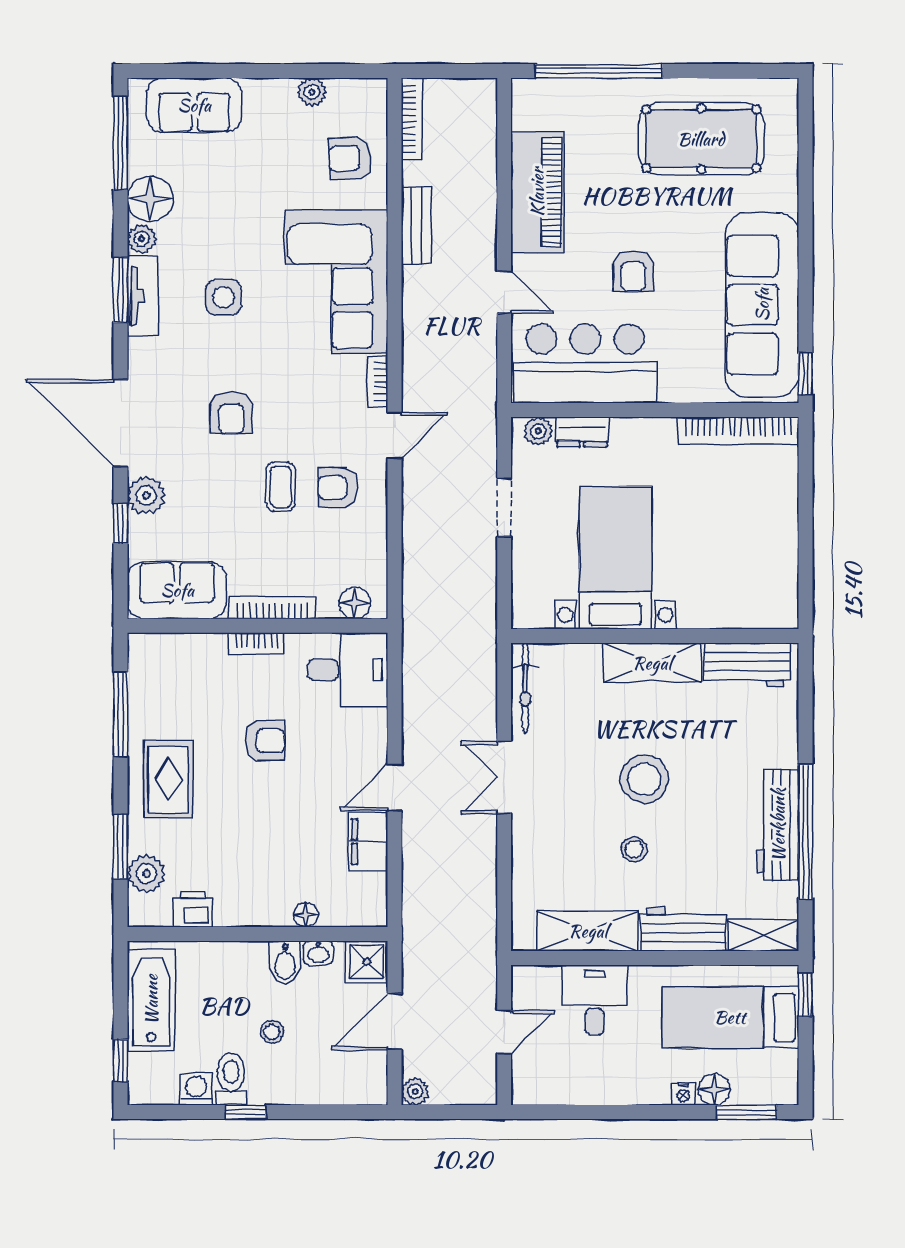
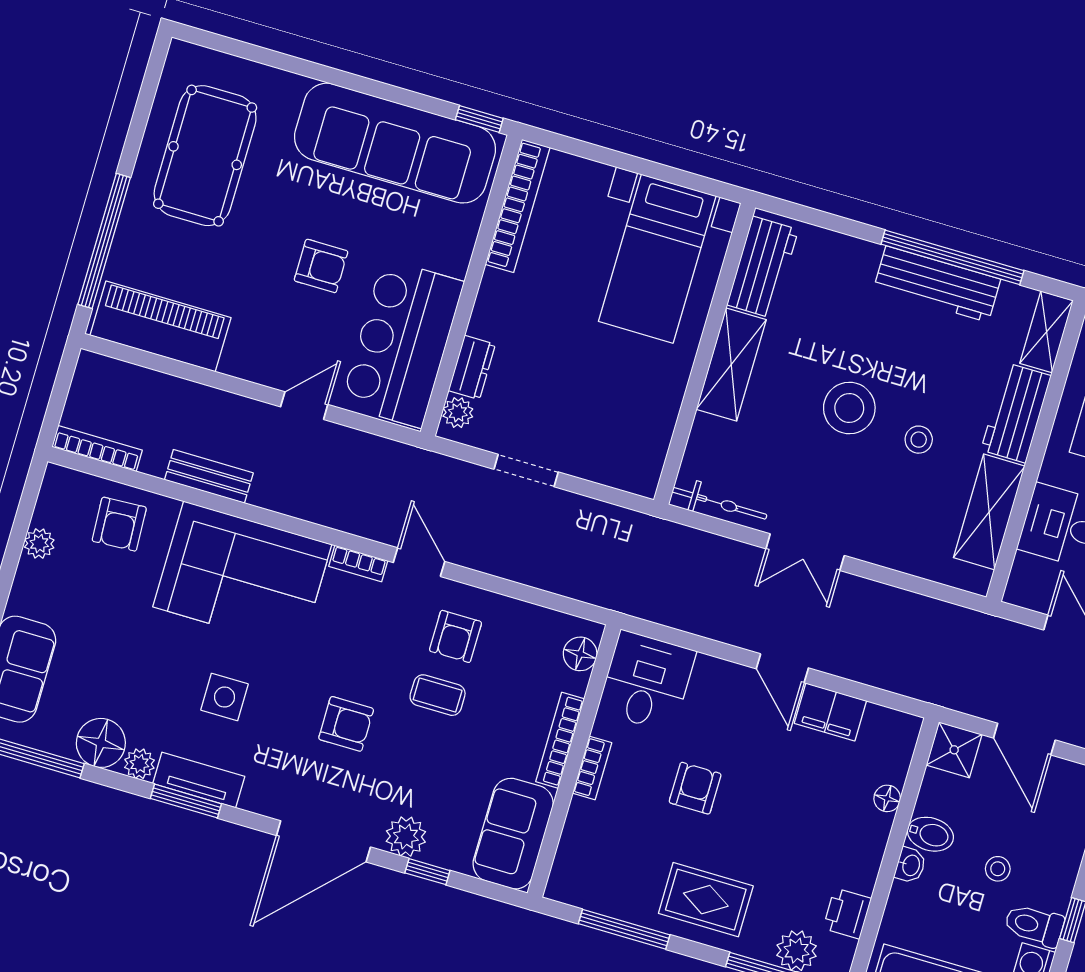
piano: (537, 192) -> (161, 326), moved
bed with nightstands: (615, 558) -> (657, 259), moved, turned -90
washbasin: (318, 953) -> (910, 865), moved

